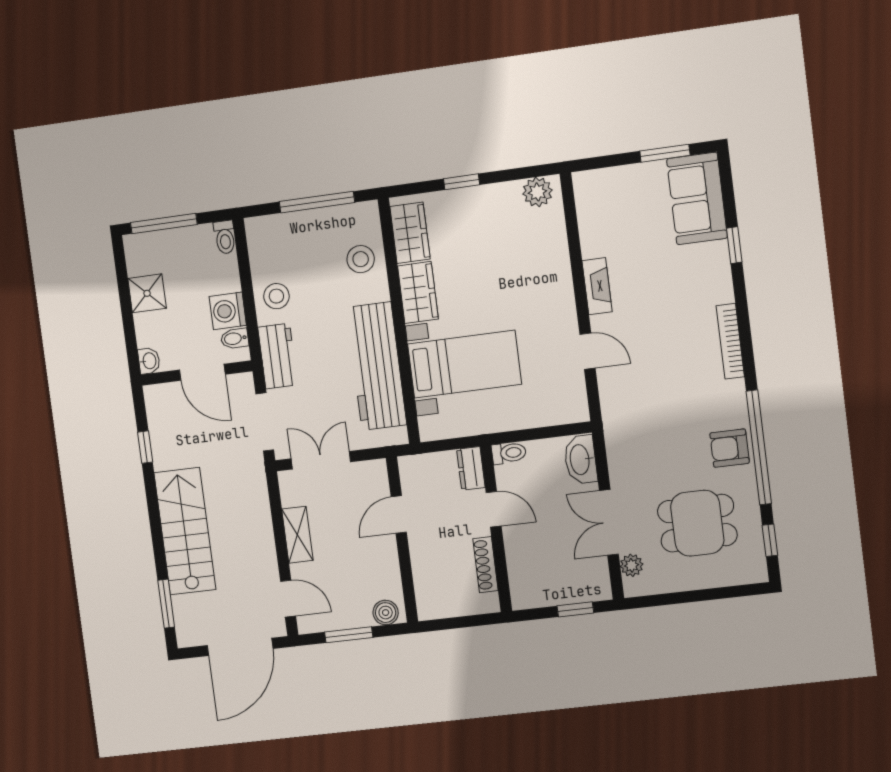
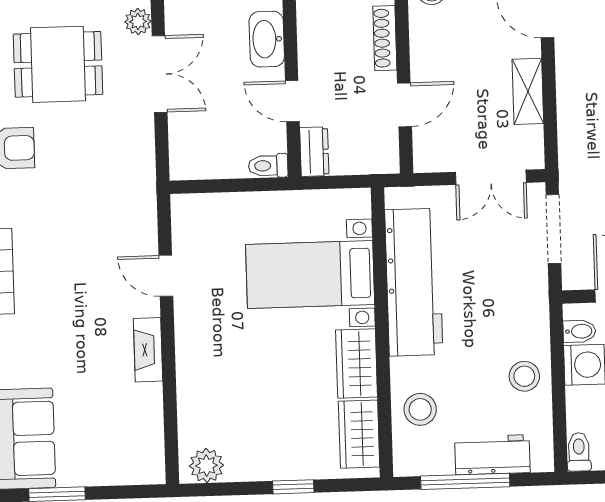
workbench: (278, 356) -> (492, 455), moved, turned 90
washbasin: (581, 460) -> (267, 39), moved, turned 180
shoe rack: (486, 565) -> (385, 38), moved, turned 180

